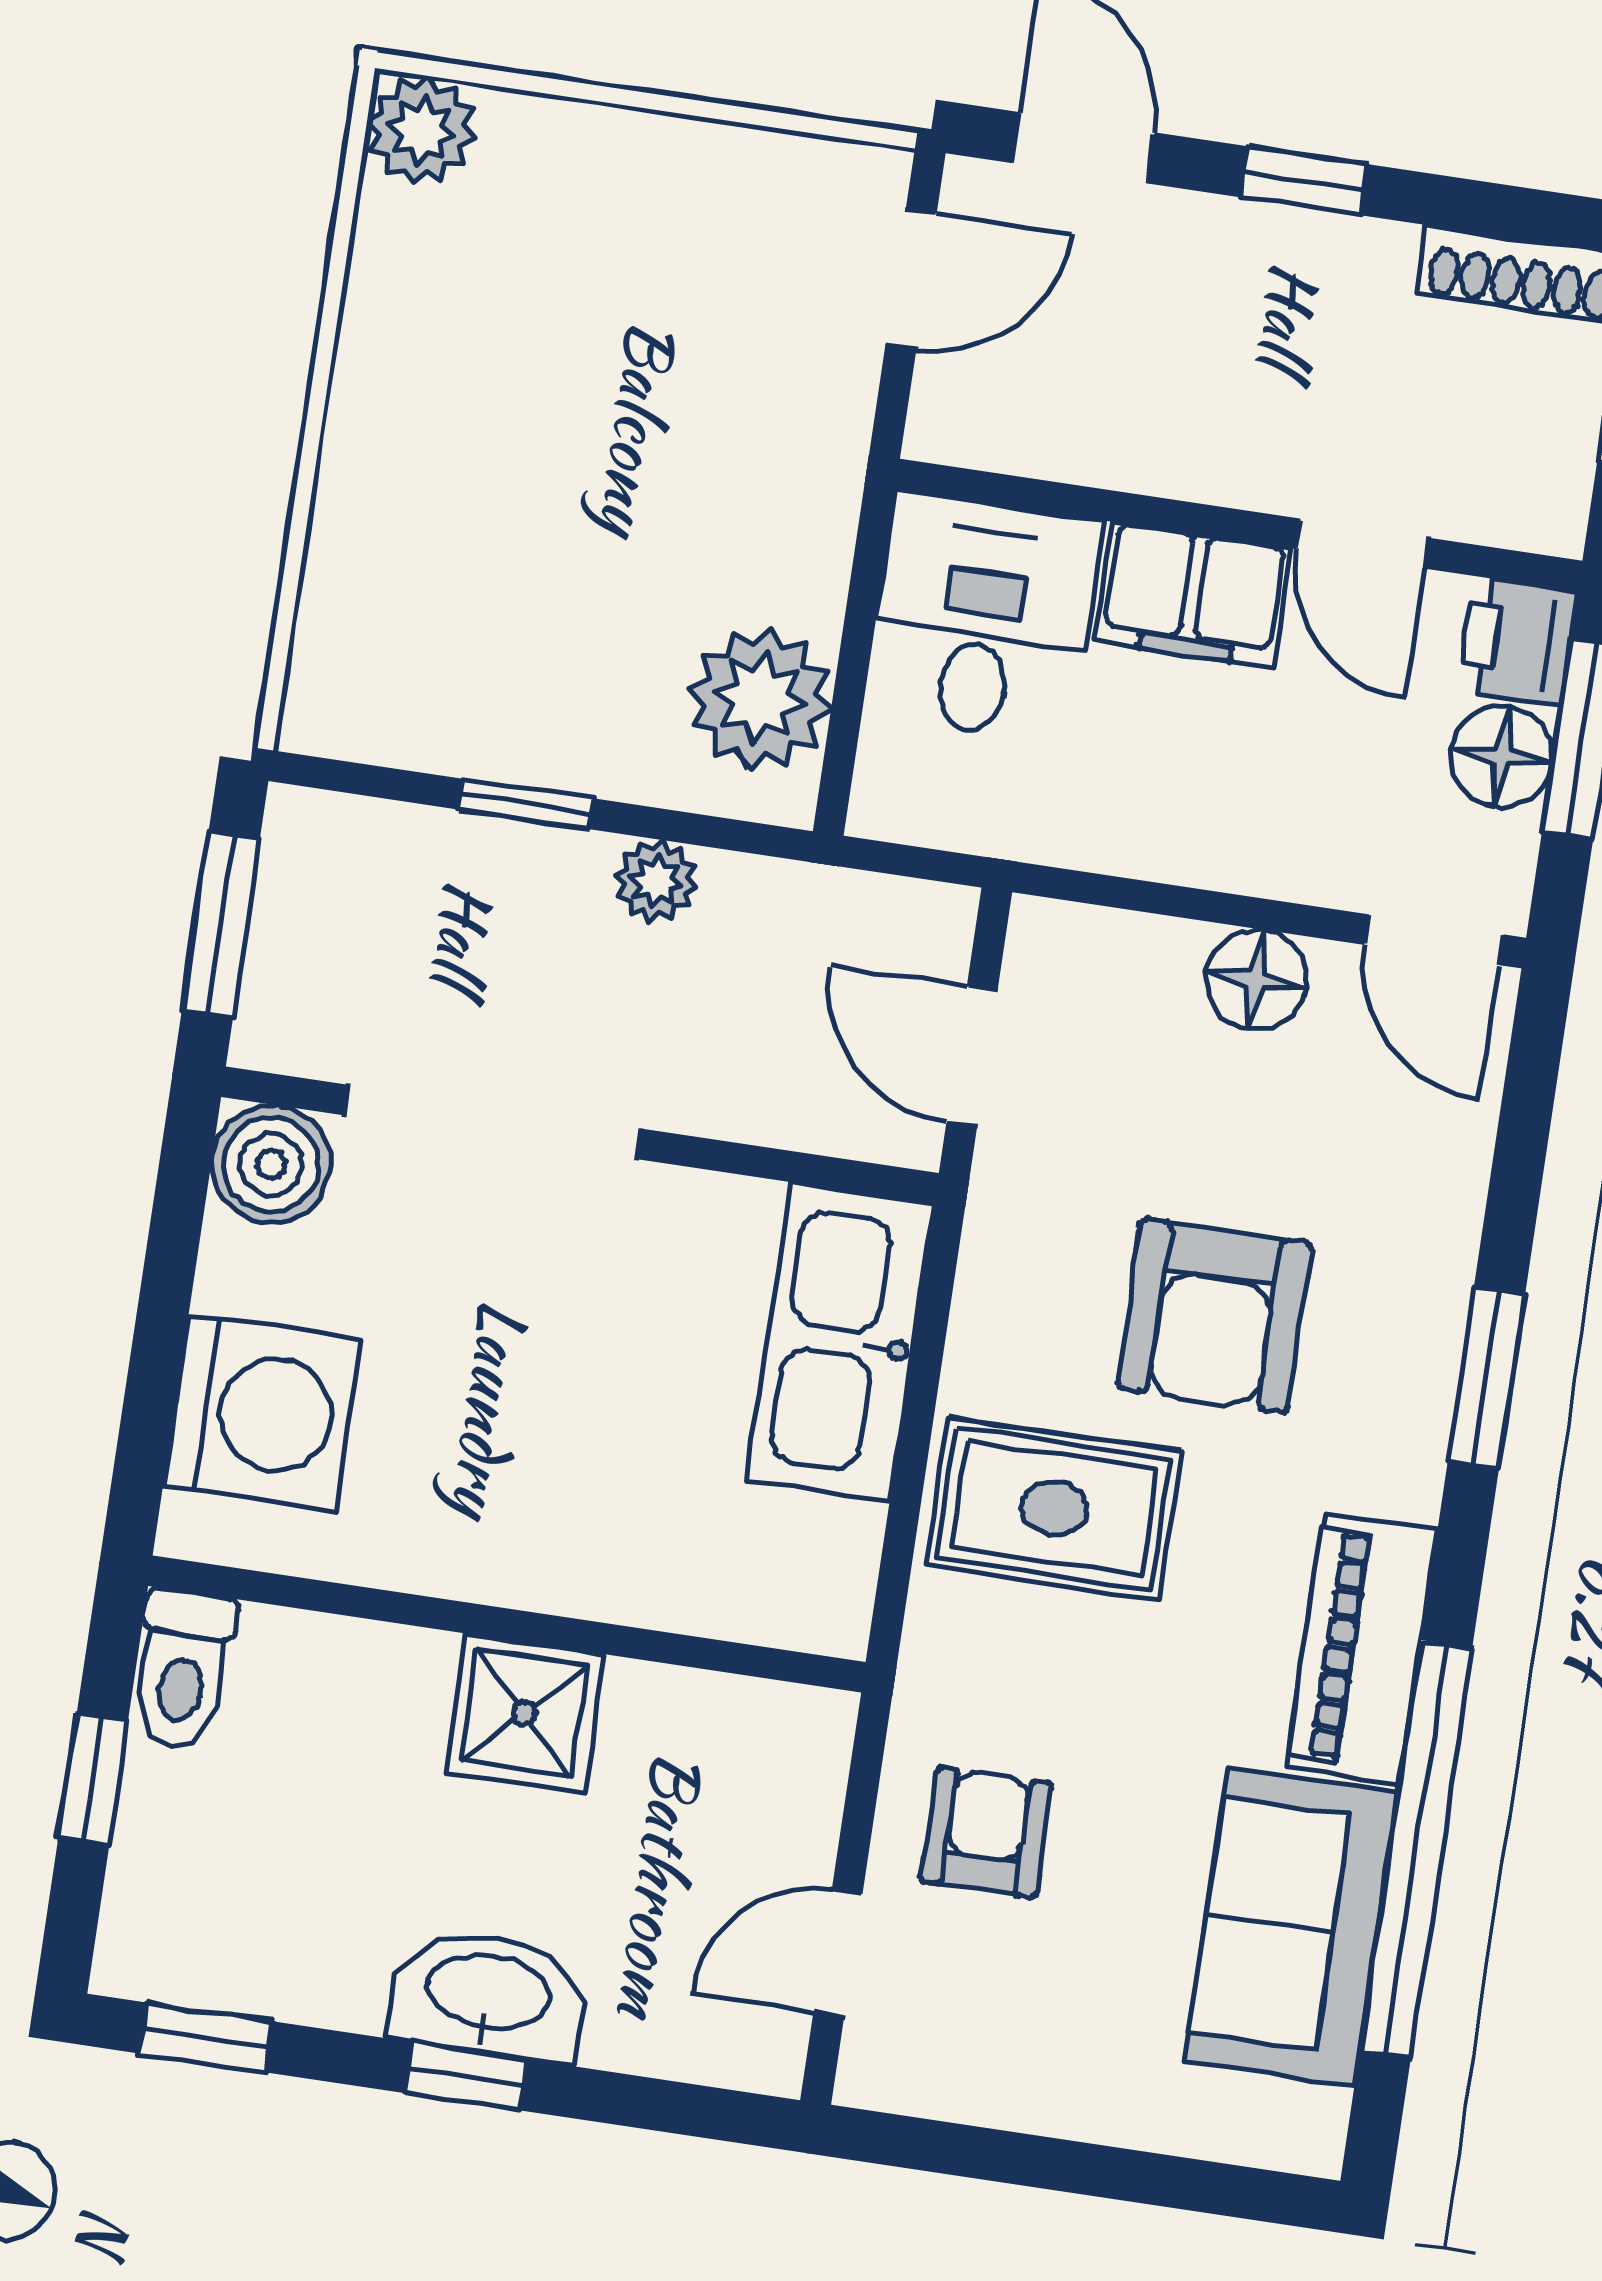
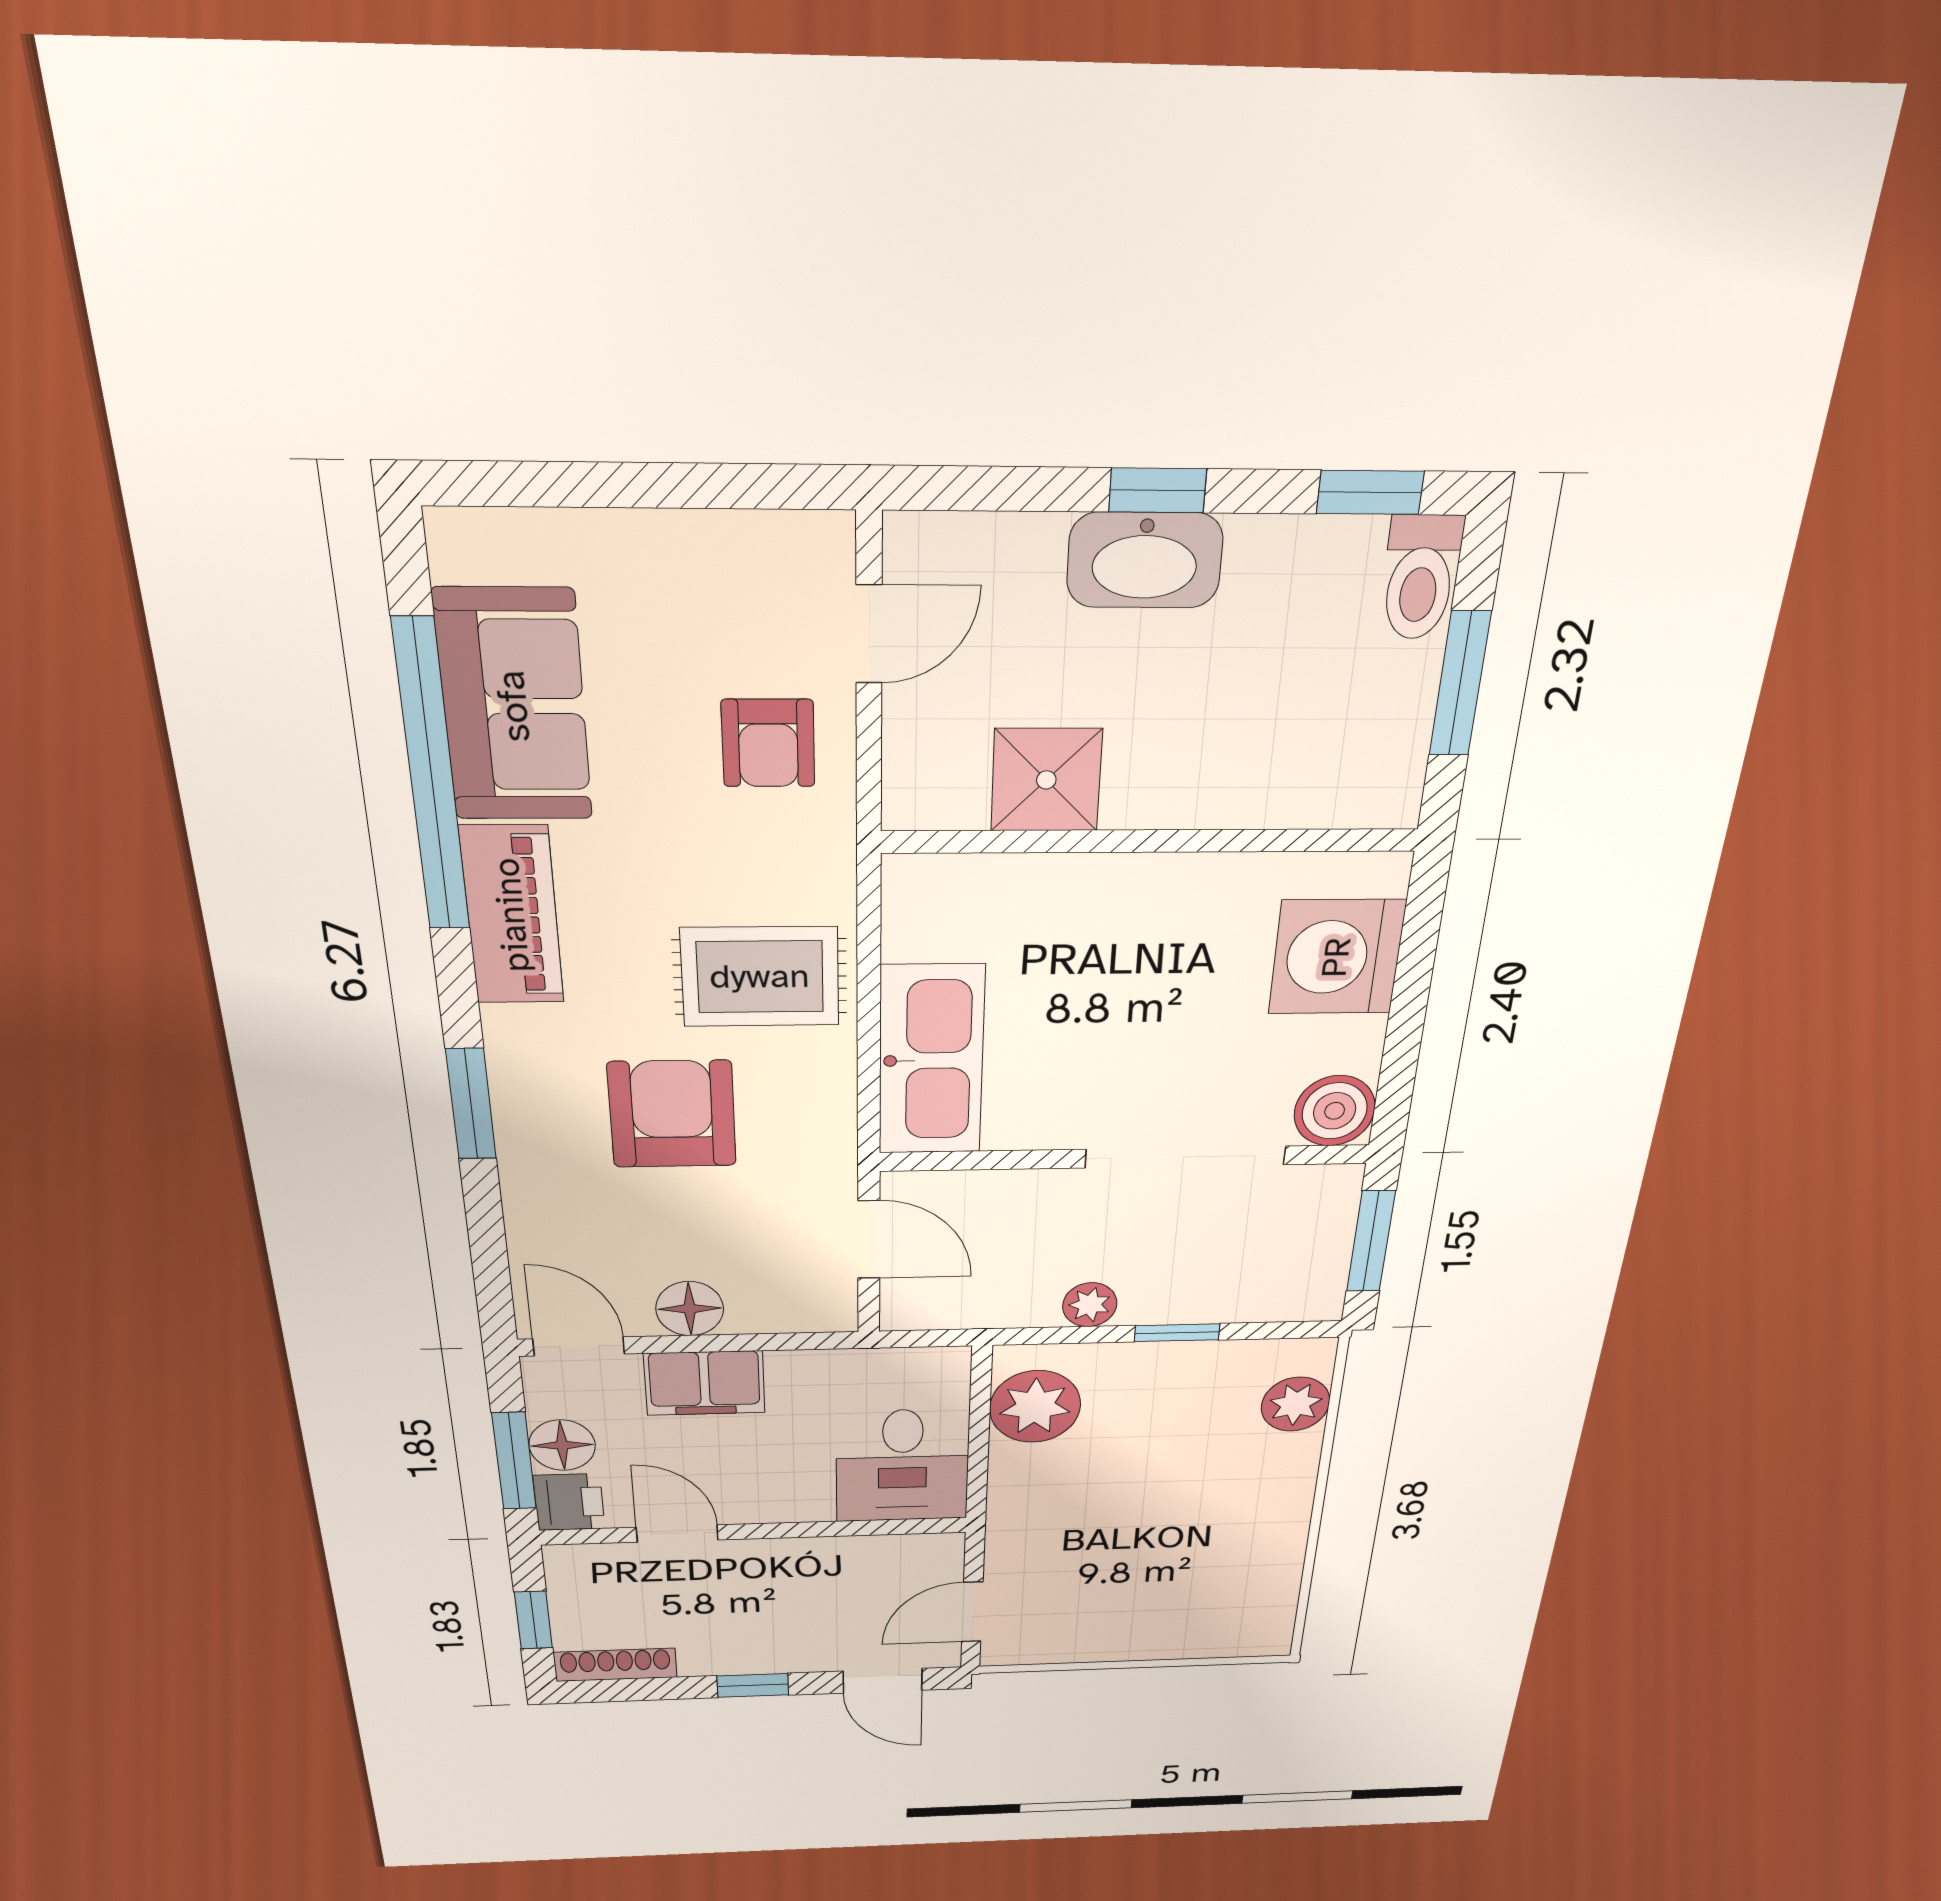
plant: (421, 130) -> (1296, 1404), moved
filing cabinet: (1193, 595) -> (705, 1383), moved, turned 180
toilet: (183, 1669) -> (1420, 577), moved, turned 180
shower: (524, 1713) -> (1046, 780), moved
window: (93, 1779) -> (1460, 684), width x1.50

